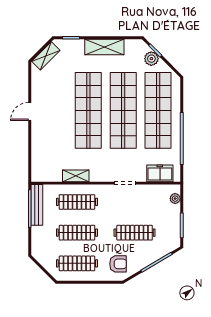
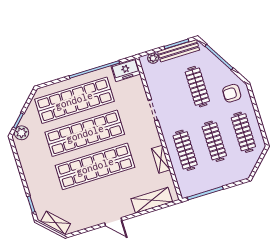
shelving: (104, 47) -> (152, 200), moved, turned 90
plant: (151, 59) -> (21, 133), moved
freezer: (160, 173) -> (126, 70), moved, turned -90
bench: (37, 205) -> (179, 51), moved
armchair: (118, 264) -> (232, 93), turned -90

